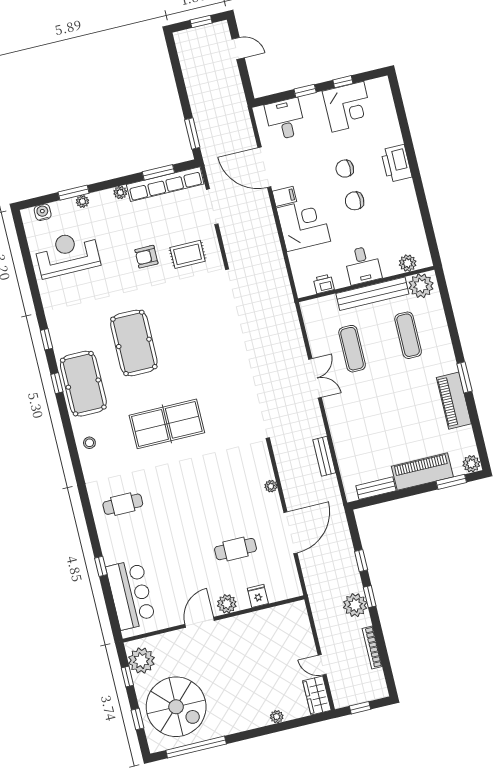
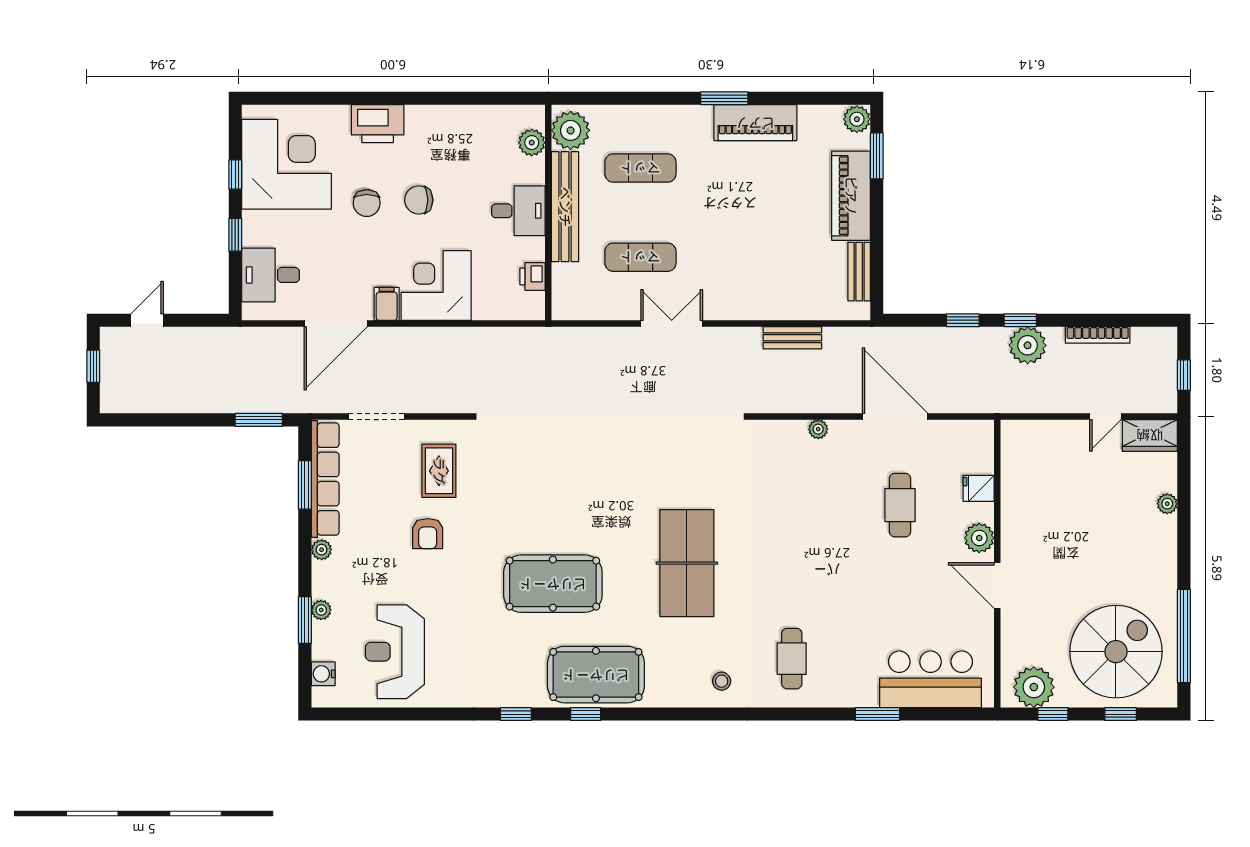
corner desk: (348, 107) -> (287, 164), width x1.36, depth x1.36
chair: (355, 201) -> (419, 200), turned 90
stool: (89, 443) -> (722, 681), moved
window: (101, 566) -> (878, 714), width x1.50

